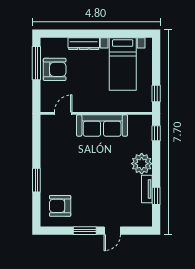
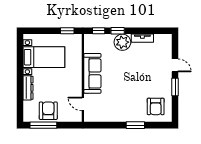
window: (156, 196) -> (118, 31), moved

